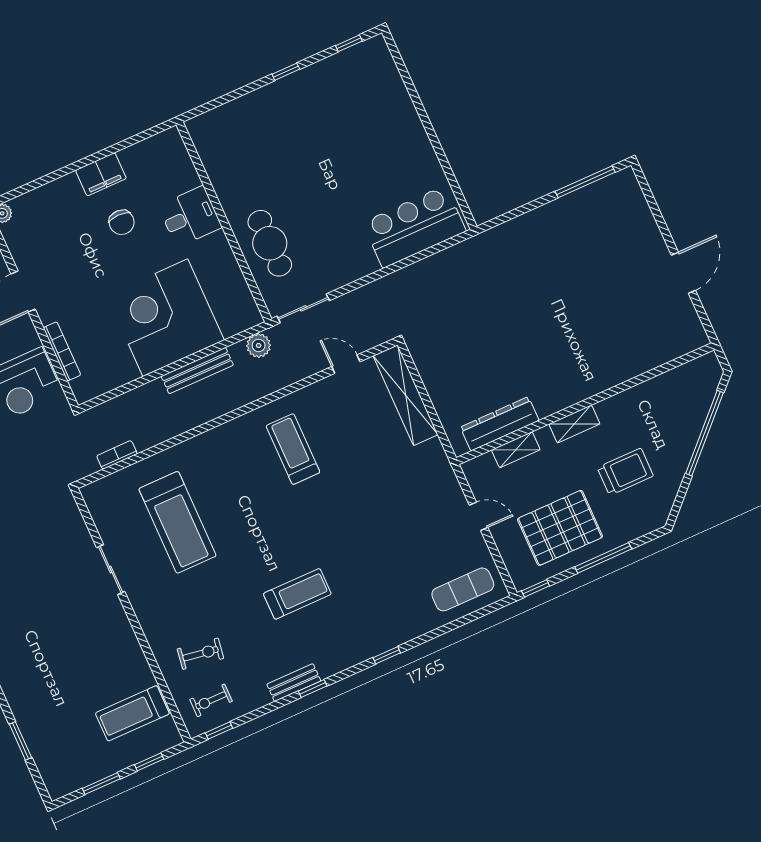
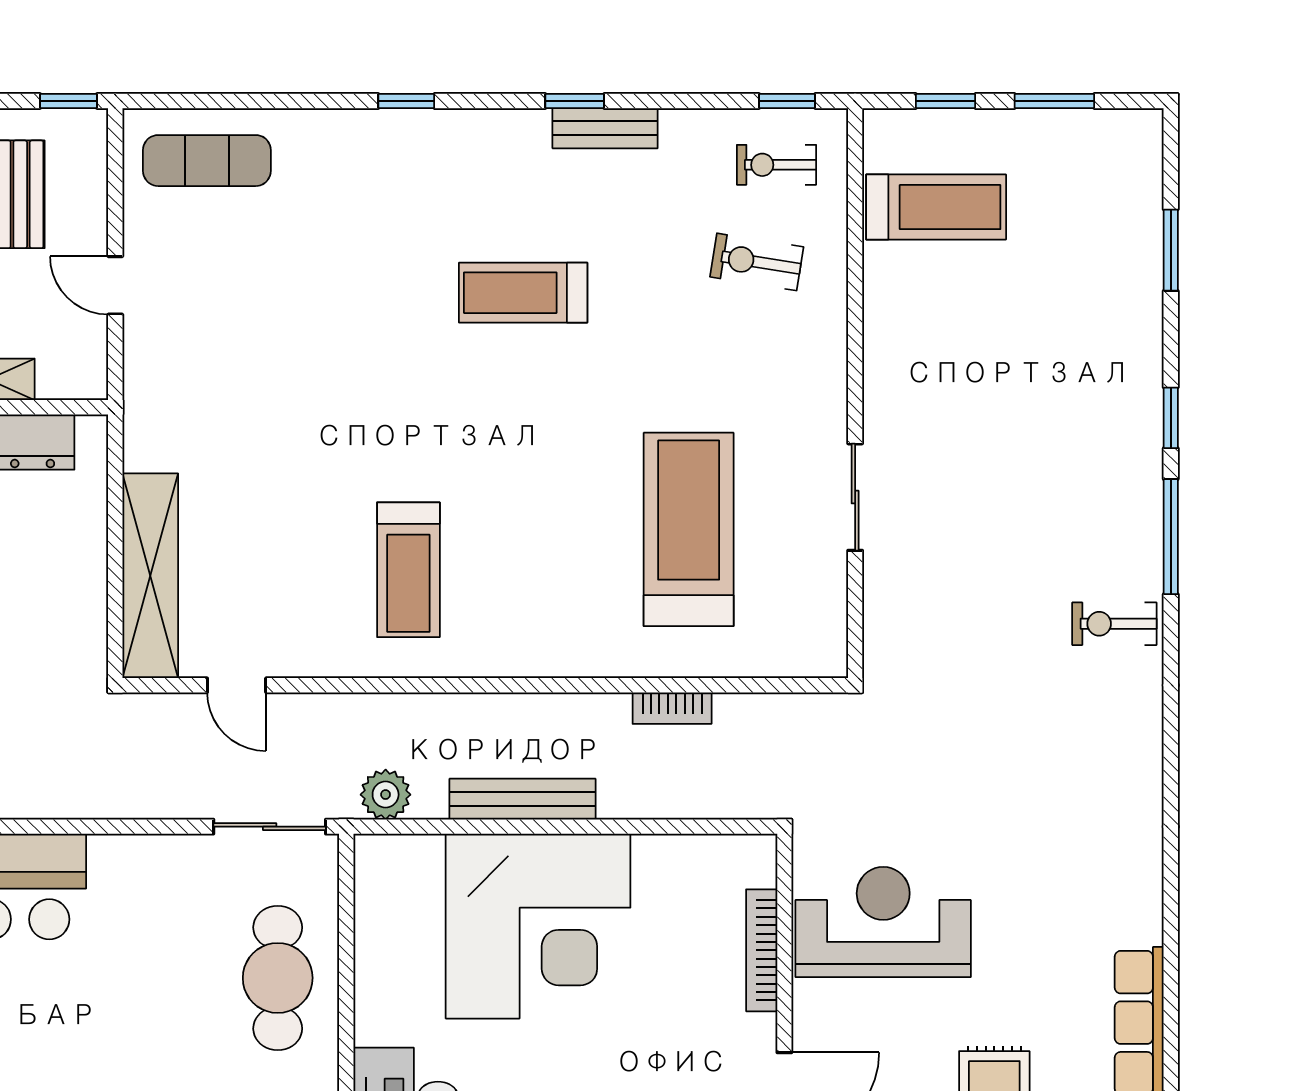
bookcase: (117, 455) -> (672, 708), moved
exercise bike: (211, 700) -> (777, 165), turned 180

